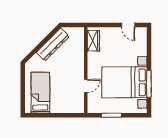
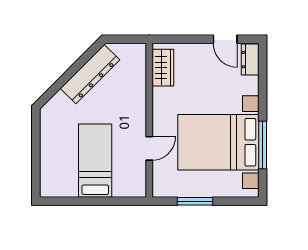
dresser: (142, 36) -> (250, 60), added
bed: (40, 93) -> (95, 161), moved

